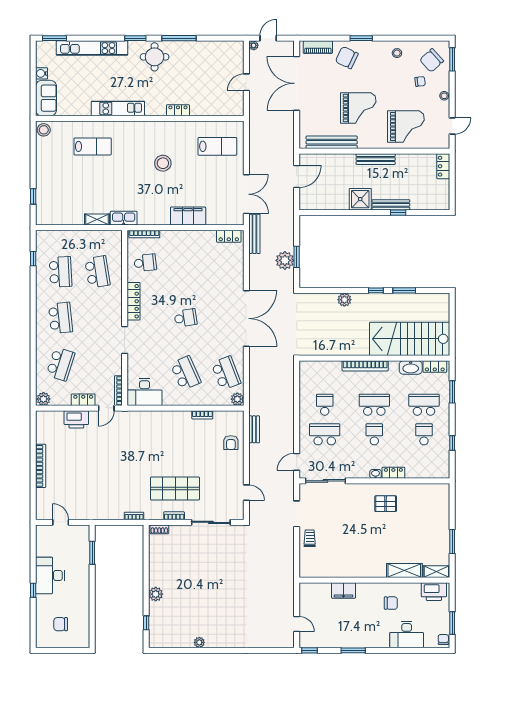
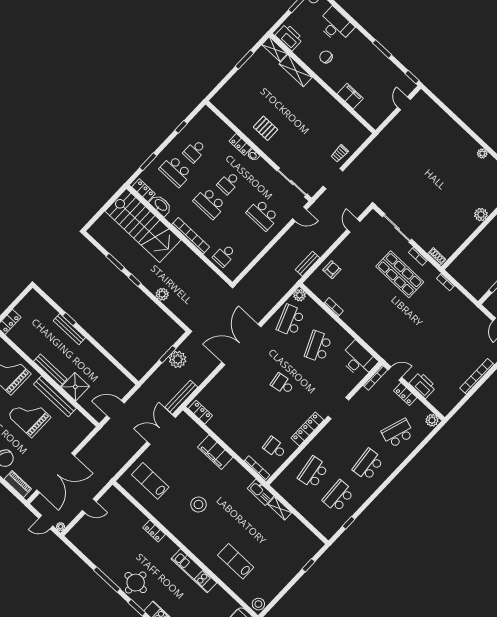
bench: (332, 142) -> (55, 396), moved
shower: (360, 199) -> (75, 387), moved
school desk: (325, 405) -> (224, 255), moved

